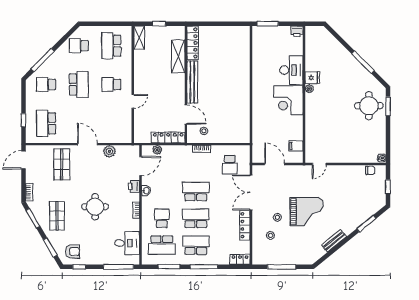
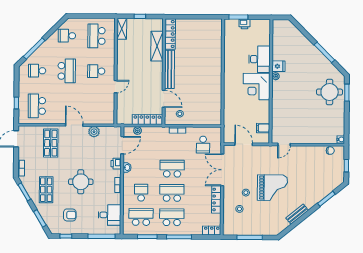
printer: (297, 31) -> (244, 24), moved
school desk: (162, 245) -> (141, 217), turned 180
armchair: (73, 251) -> (70, 215), moved

